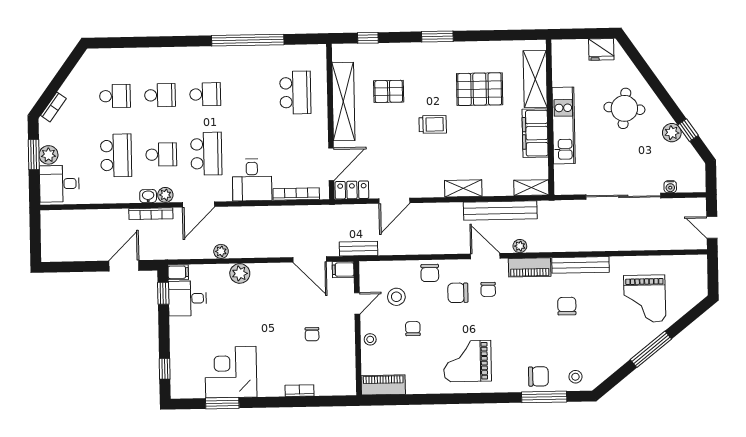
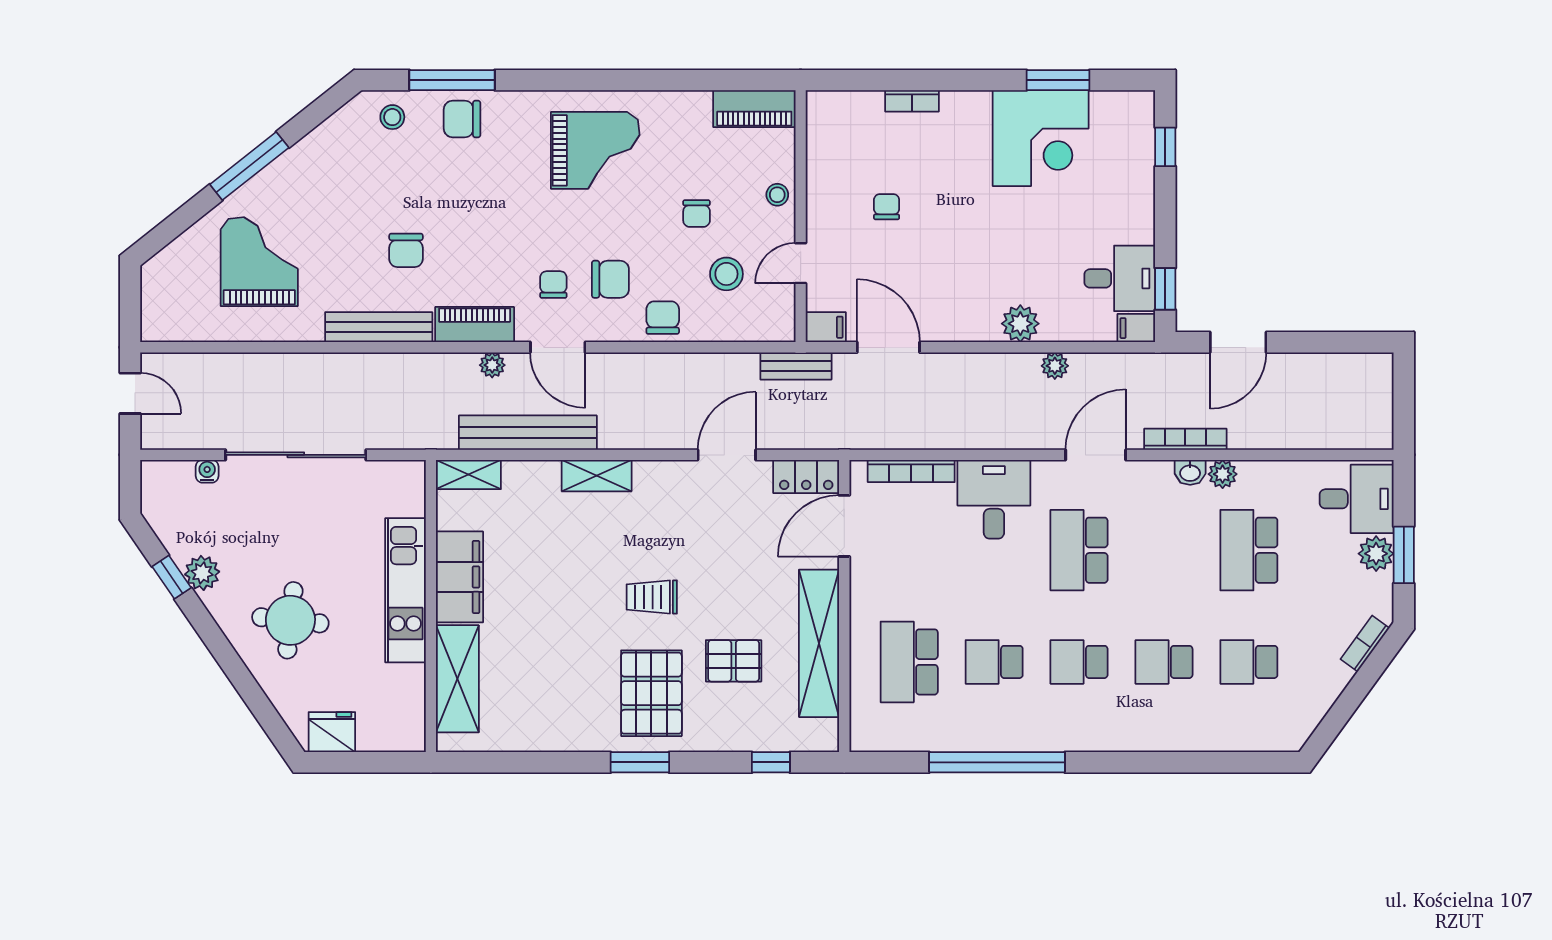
pallet: (480, 89) -> (651, 693), moved, turned 90
school desk: (161, 155) -> (994, 662), moved
plant: (165, 195) -> (1223, 474), moved

